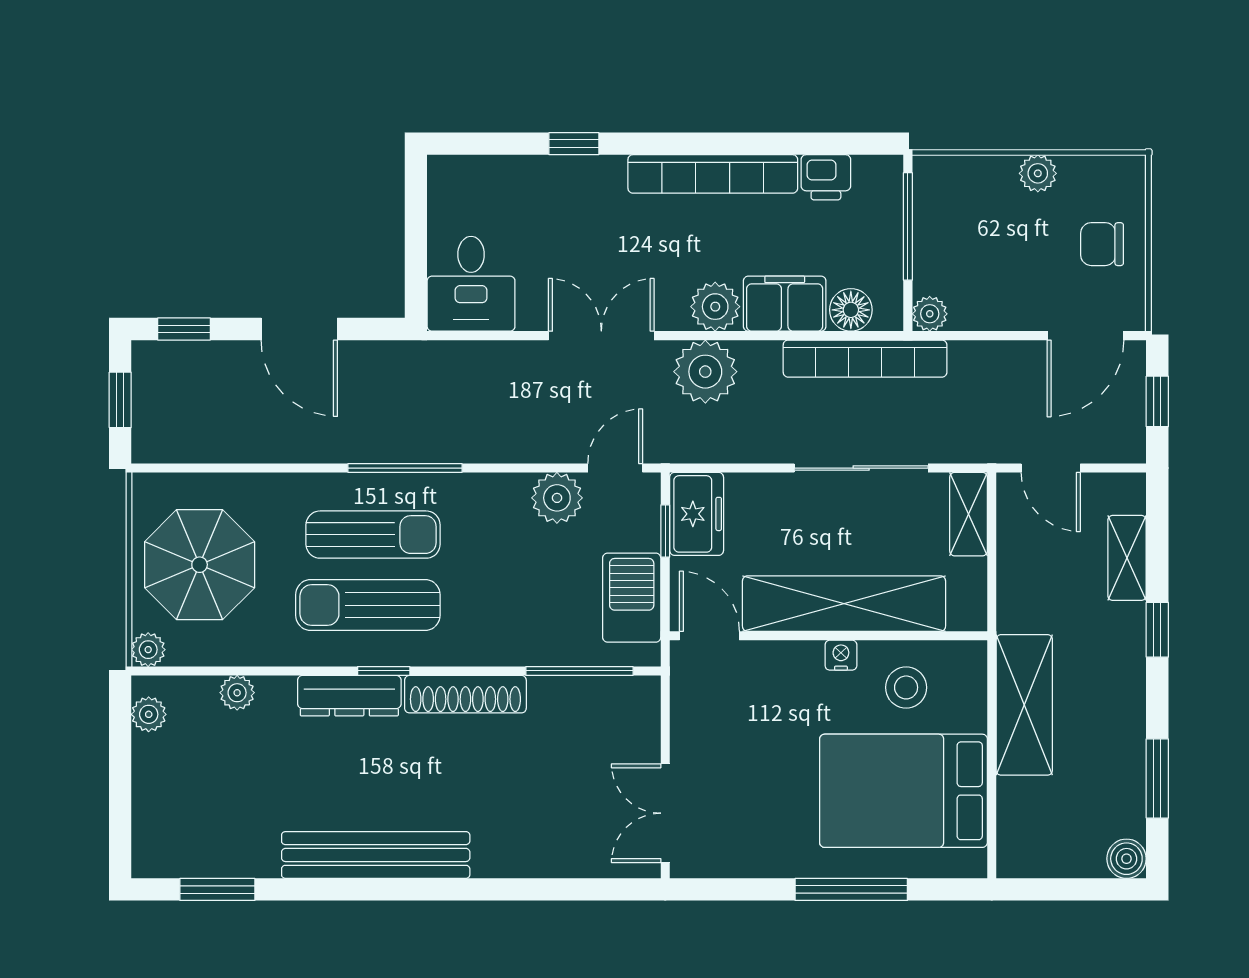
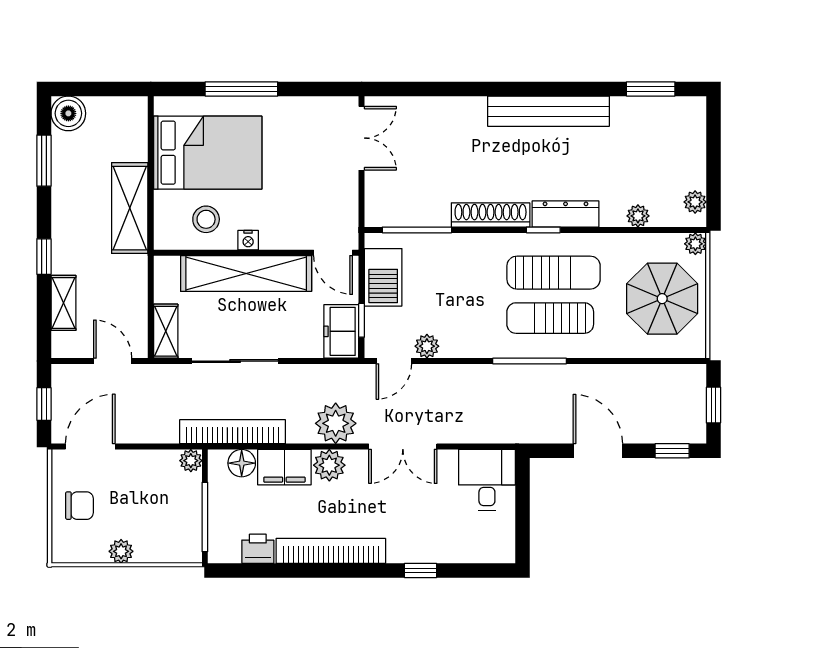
plant: (557, 498) -> (427, 346), width x0.73, depth x0.73
boiler: (1126, 859) -> (68, 113), width x1.36, depth x1.36

